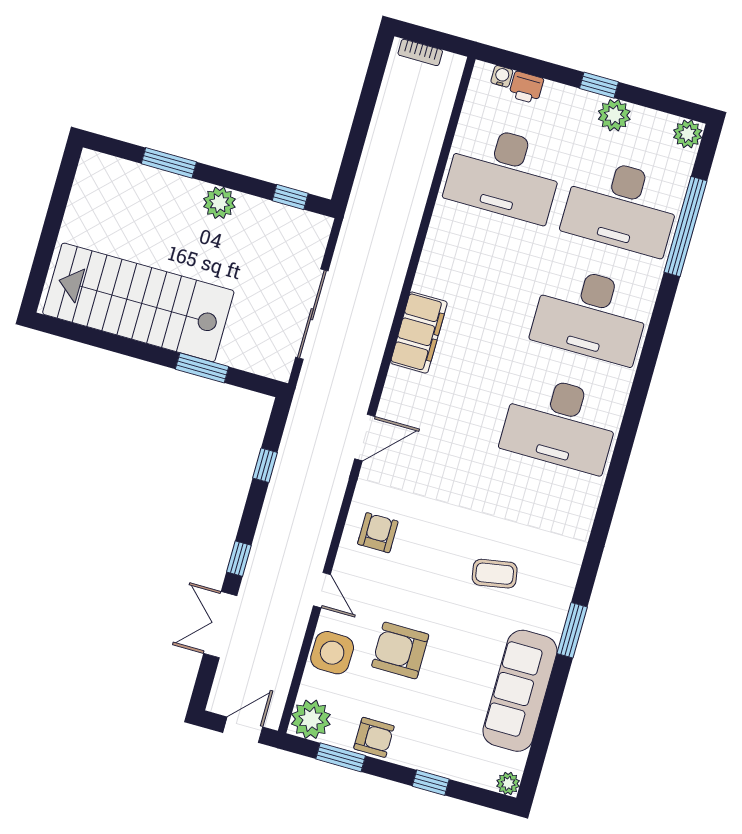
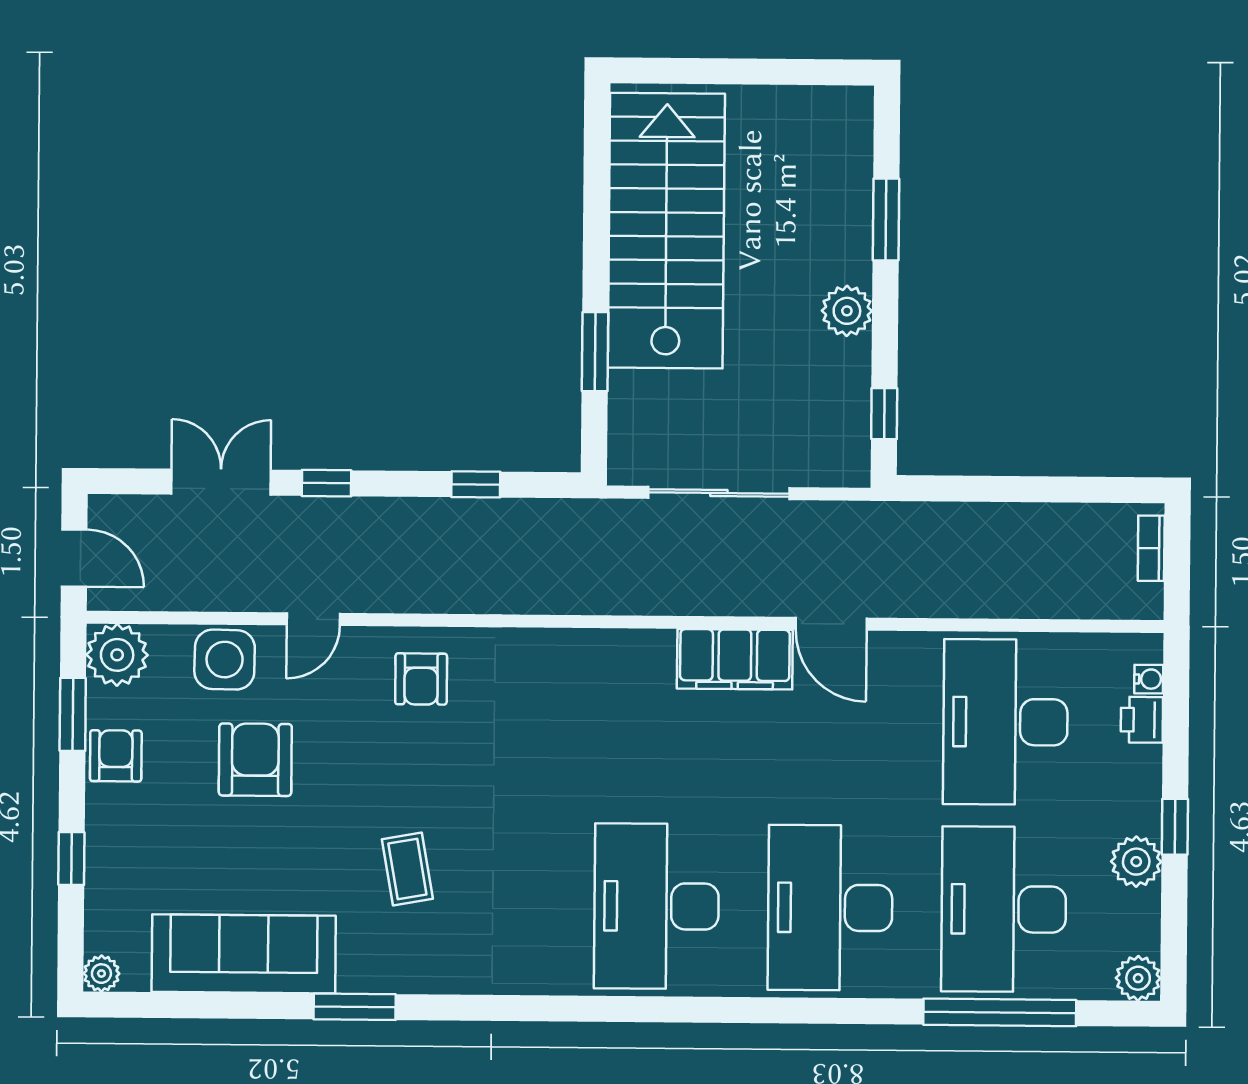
door: (365, 438) -> (831, 624), moved
armchair: (378, 533) -> (421, 679), turned 90
armchair: (374, 737) -> (116, 756), turned 180

